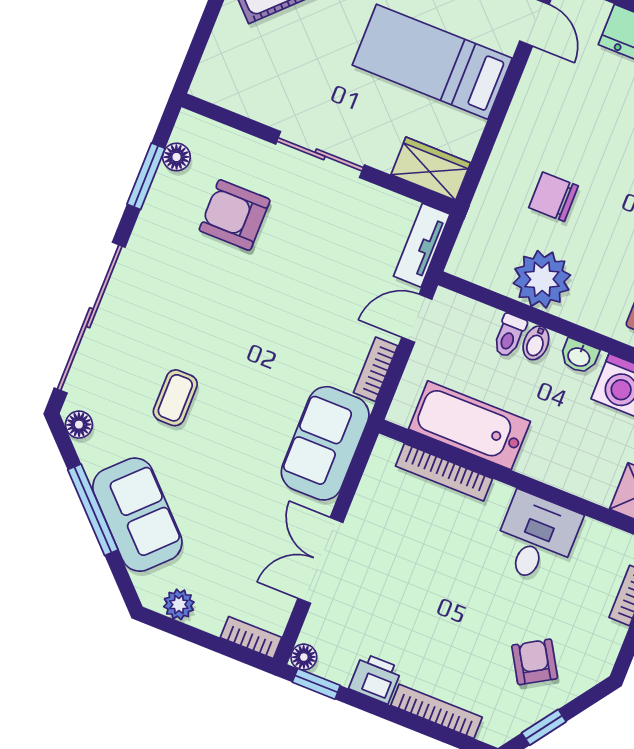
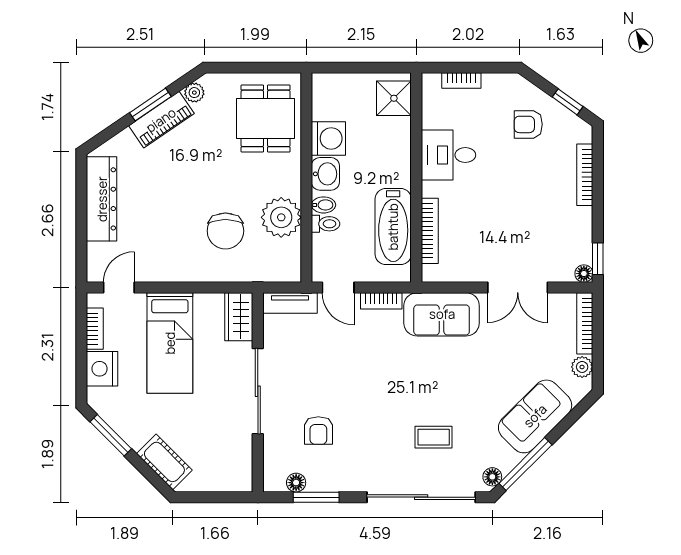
sliding door: (320, 154) -> (258, 391), width x1.37
chair: (553, 197) -> (225, 231), width x1.37, depth x1.37
armchair: (235, 215) -> (318, 431), width x0.72, depth x0.72
washbasin: (579, 356) -> (325, 174), width x1.38, depth x1.45
coffee table: (175, 398) -> (434, 437), moved
window: (93, 510) -> (525, 464), moved
bookcase: (251, 638) -> (585, 323), width x1.56
armchair: (535, 662) -> (528, 124), turned 31
printer: (375, 678) -> (579, 222), removed

